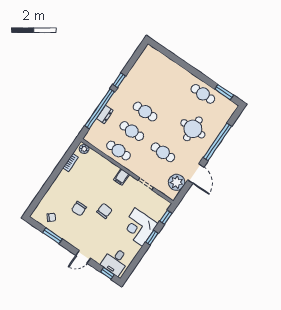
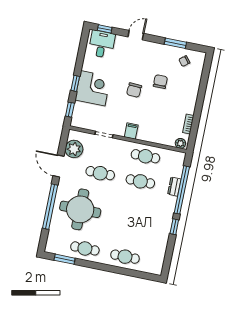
cafe table: (145, 112) -> (125, 257), moved
round table: (193, 129) -> (80, 209), width x1.36, depth x1.36

